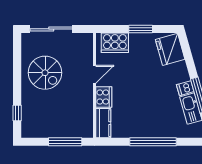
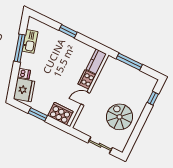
sliding door: (51, 29) -> (100, 145), width x0.73
dishwasher: (185, 88) -> (24, 74), moved
window: (153, 142) -> (68, 31), width x0.47

